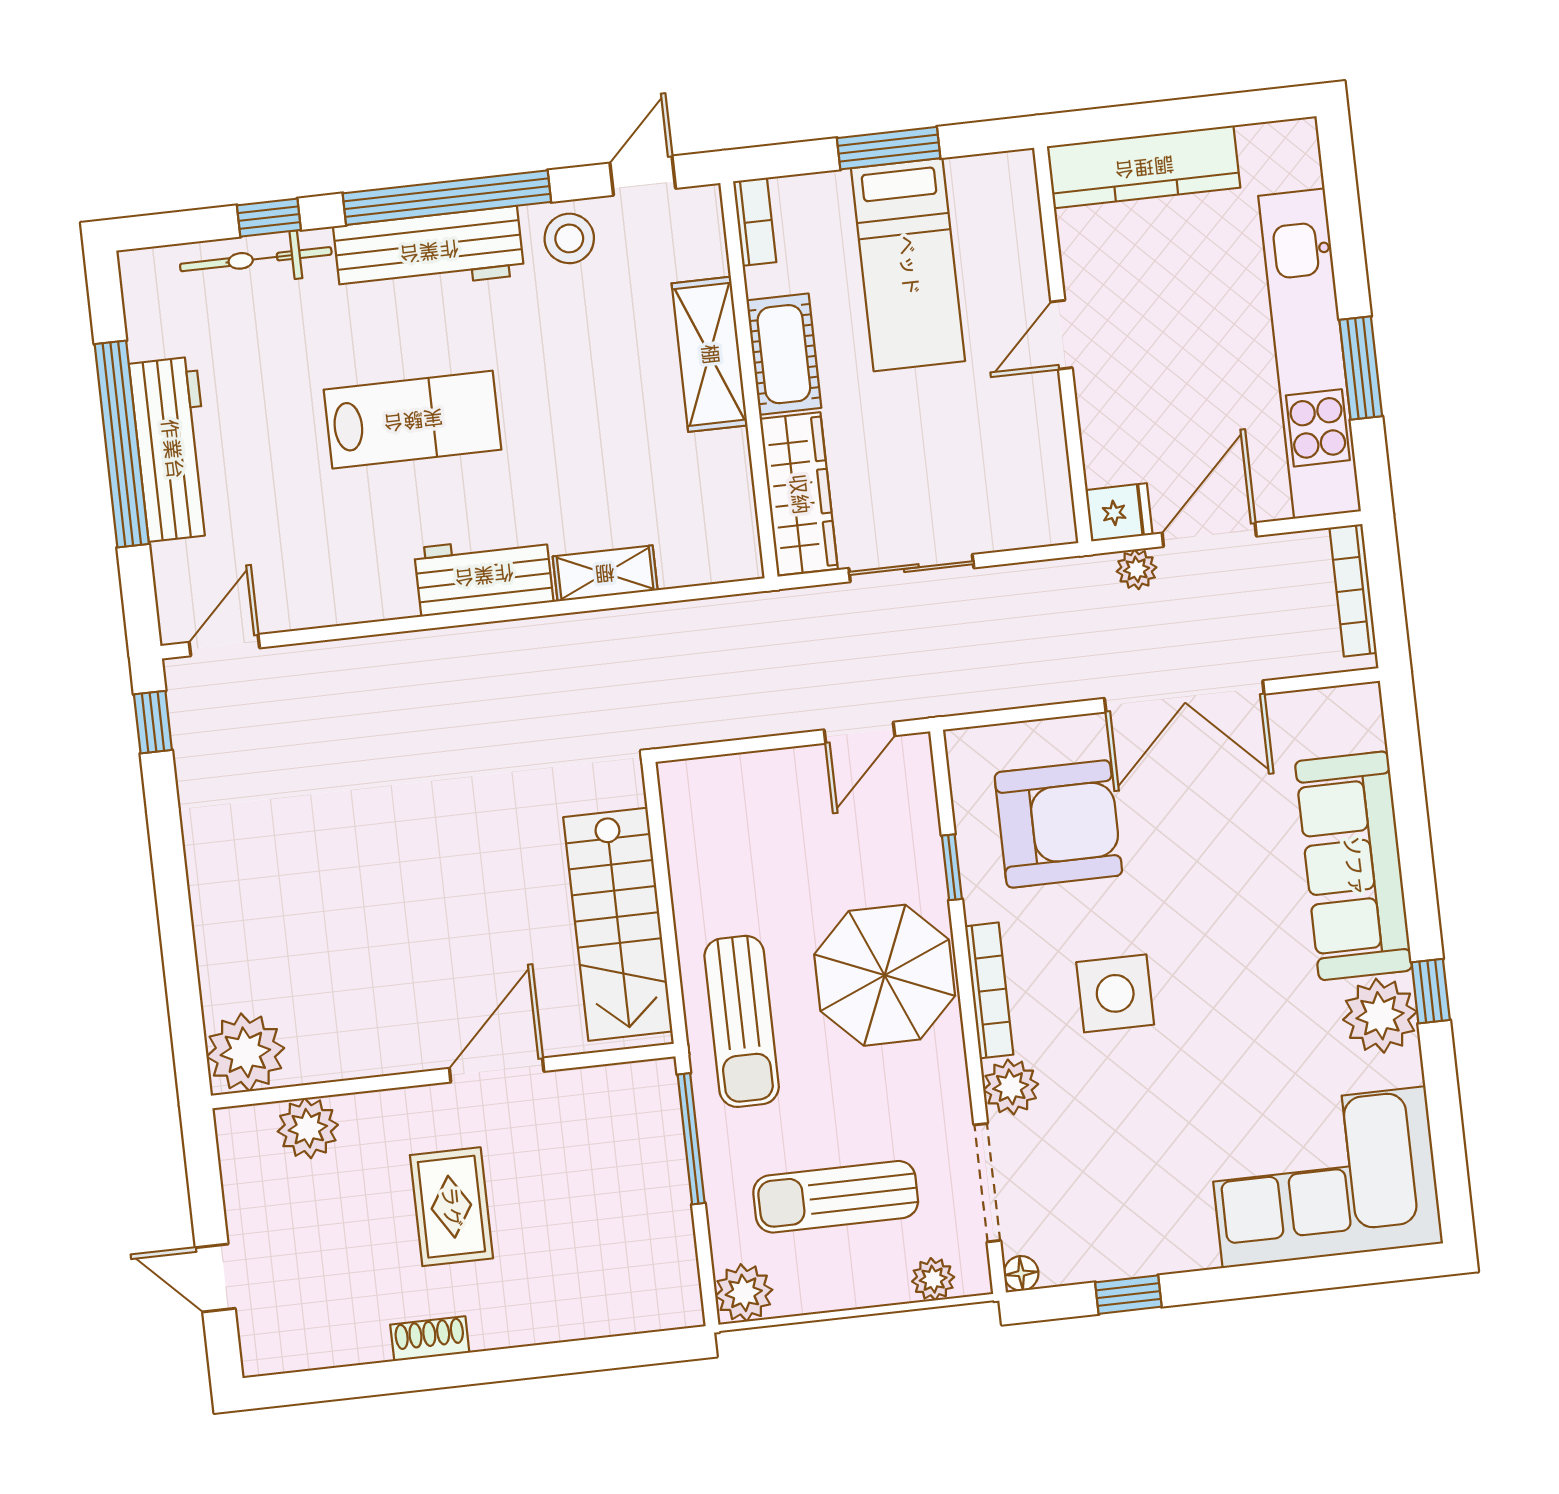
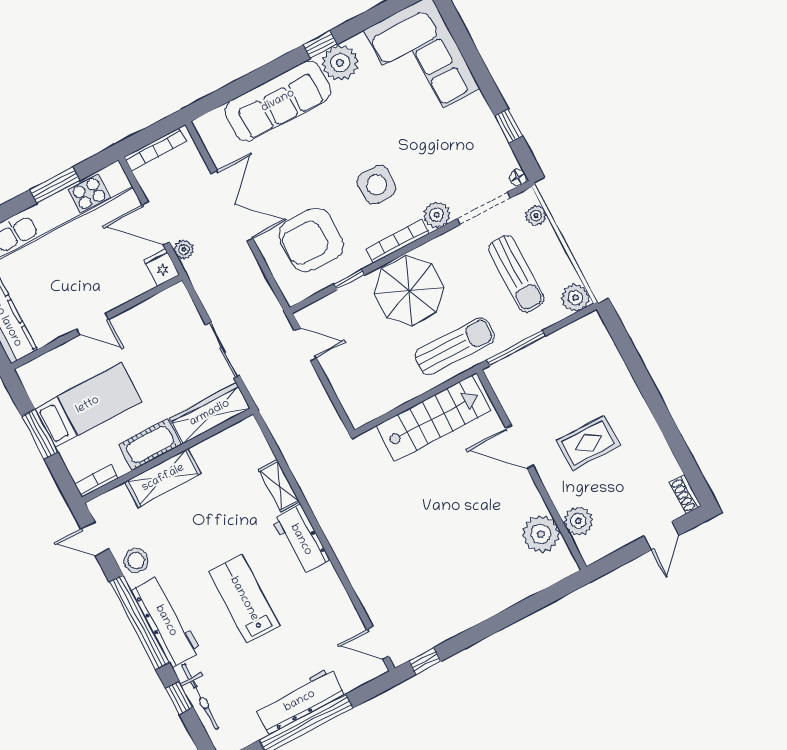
armchair: (1058, 824) -> (311, 240), turned -90
plant: (245, 1052) -> (541, 534), moved
shoe rack: (430, 1339) -> (685, 494), moved

